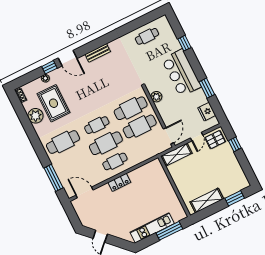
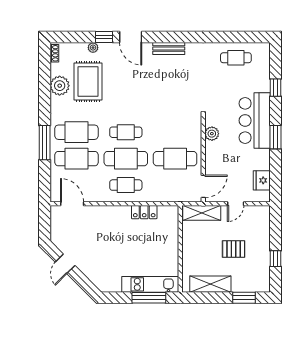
window: (207, 88) -> (276, 137), moved
cafe table: (131, 108) -> (77, 159), moved
pallet: (215, 140) -> (234, 249), moved
window: (235, 144) -> (276, 259), moved
window: (54, 178) -> (45, 143), moved
locker: (119, 182) -> (144, 212), moved
kitchen unit: (152, 228) -> (150, 284), moved

